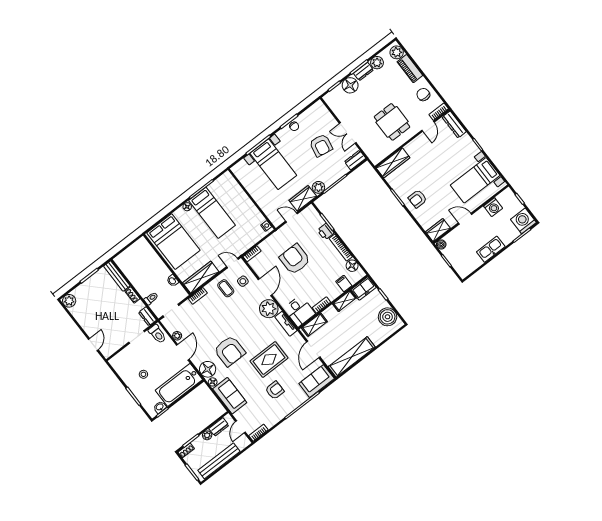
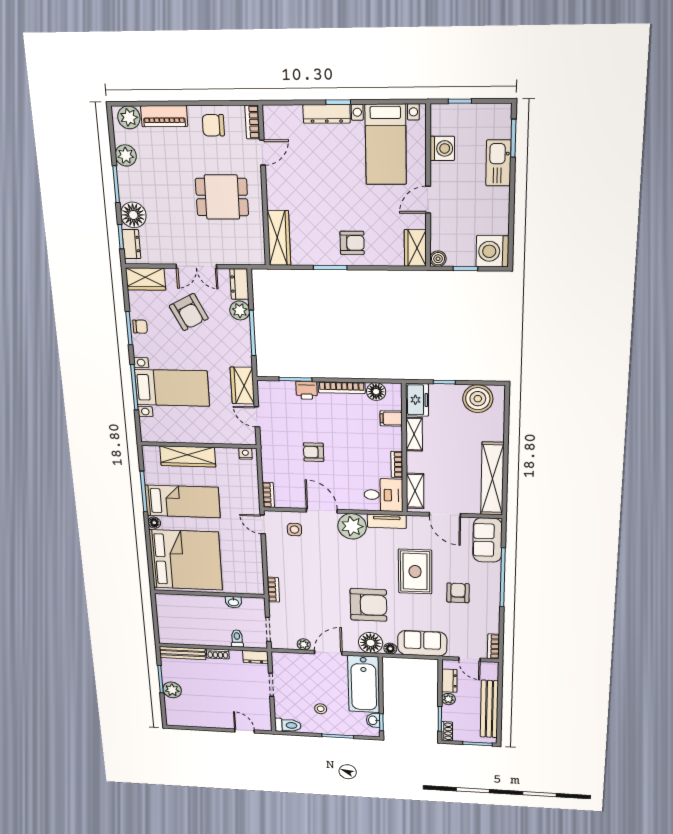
dresser: (363, 72) -> (131, 244), moved
wardrobe: (322, 113) -> (146, 279), added
dresser: (454, 124) -> (327, 114), moved
door: (428, 126) -> (262, 153), hinge flipped
armchair: (321, 145) -> (189, 312), turned 53
plant: (318, 187) -> (240, 310), moved
armchair: (418, 199) -> (352, 243), turned -90
door: (291, 217) -> (257, 417), hinge flipped
washing machine: (523, 221) -> (492, 251), moved
bed: (173, 242) -> (186, 560), width x1.36
kitchen sink: (491, 249) -> (498, 163), moved
armchair: (295, 259) -> (314, 452), width x0.53, depth x0.53
door: (232, 263) -> (263, 524), hinge flipped
wardrobe: (201, 277) -> (188, 456), moved, turned -90
coffee table: (226, 288) -> (288, 554), removed
plant: (69, 301) -> (172, 690), moved
toilet: (157, 334) -> (288, 725), moved
door: (183, 352) -> (328, 653), hinge flipped

